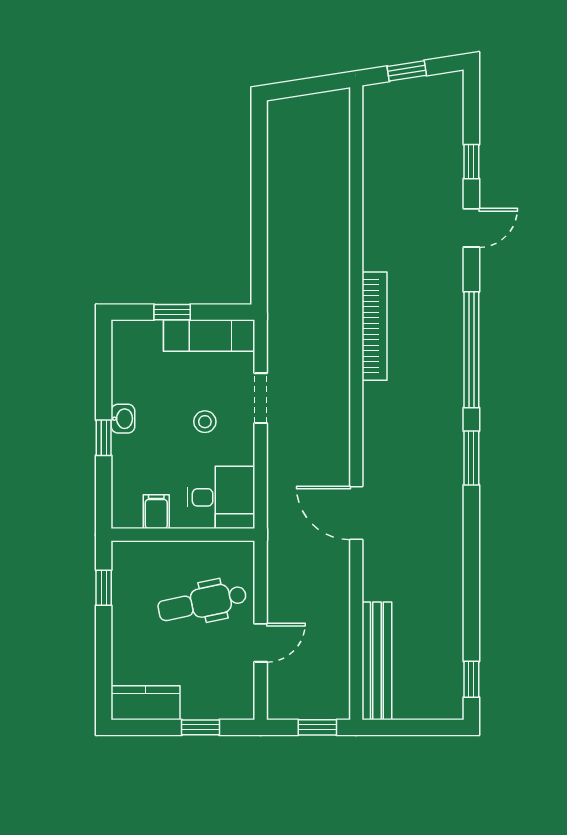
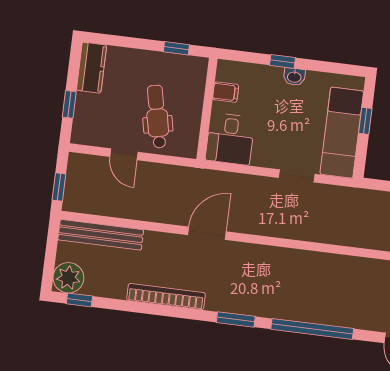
bookcase: (375, 326) -> (166, 297), moved, turned 180
exam couch: (209, 335) -> (342, 133), width x1.36, depth x1.45
stool: (205, 422) -> (285, 134), removed
plant: (442, 698) -> (68, 278), added

